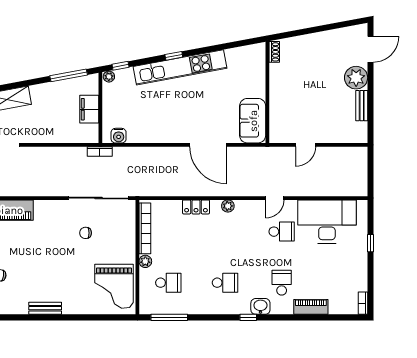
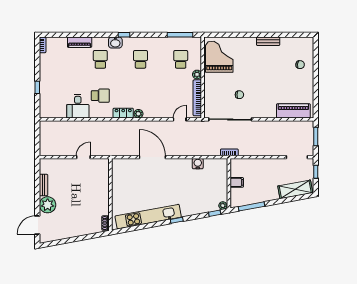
kitchen unit: (180, 67) -> (148, 217), moved
filing cabinet: (89, 109) -> (237, 182), width x0.50
sofa: (253, 121) -> (121, 174), removed
water cooler: (119, 136) -> (198, 164), moved
door: (275, 198) -> (180, 119), moved
locker: (196, 207) -> (123, 113), moved
desk: (327, 222) -> (78, 106), width x0.53, depth x0.77
school desk: (282, 232) -> (100, 96), turned 180
school desk: (168, 283) -> (181, 59), turned 90
school desk: (225, 283) -> (141, 59), turned 90
school desk: (282, 283) -> (100, 59), turned 180

